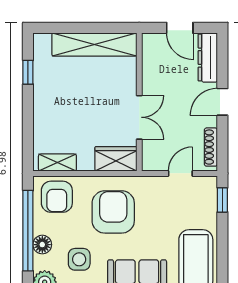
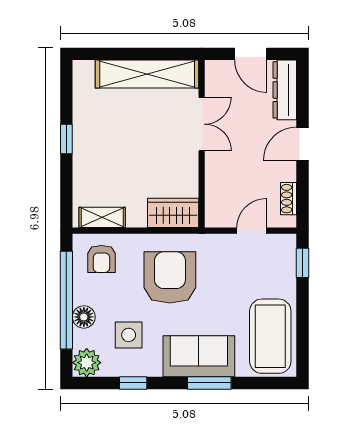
window: (28, 72) -> (66, 139), moved
double door: (139, 117) -> (202, 124), moved
shoe rack: (211, 147) -> (289, 199), width x0.70
armchair: (57, 197) -> (101, 259), width x0.72, depth x0.72

